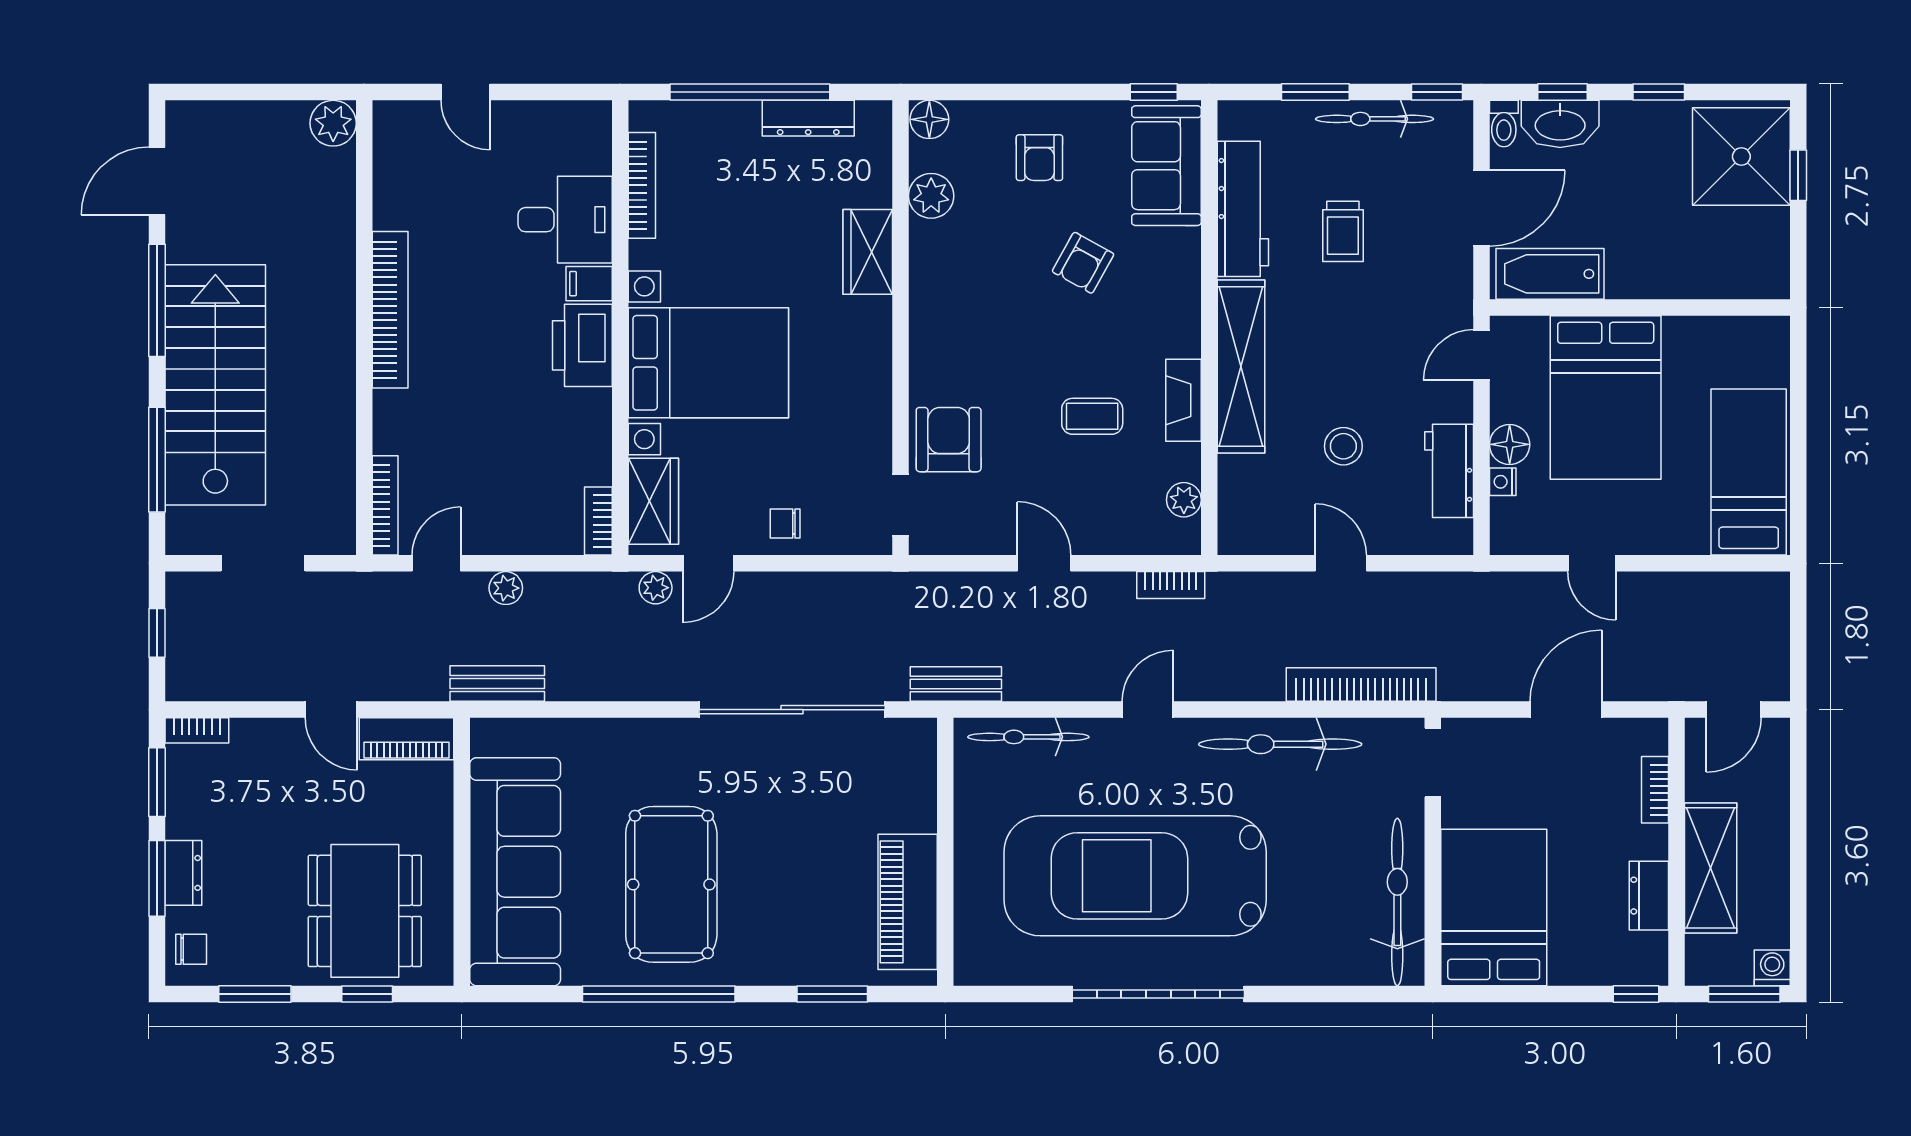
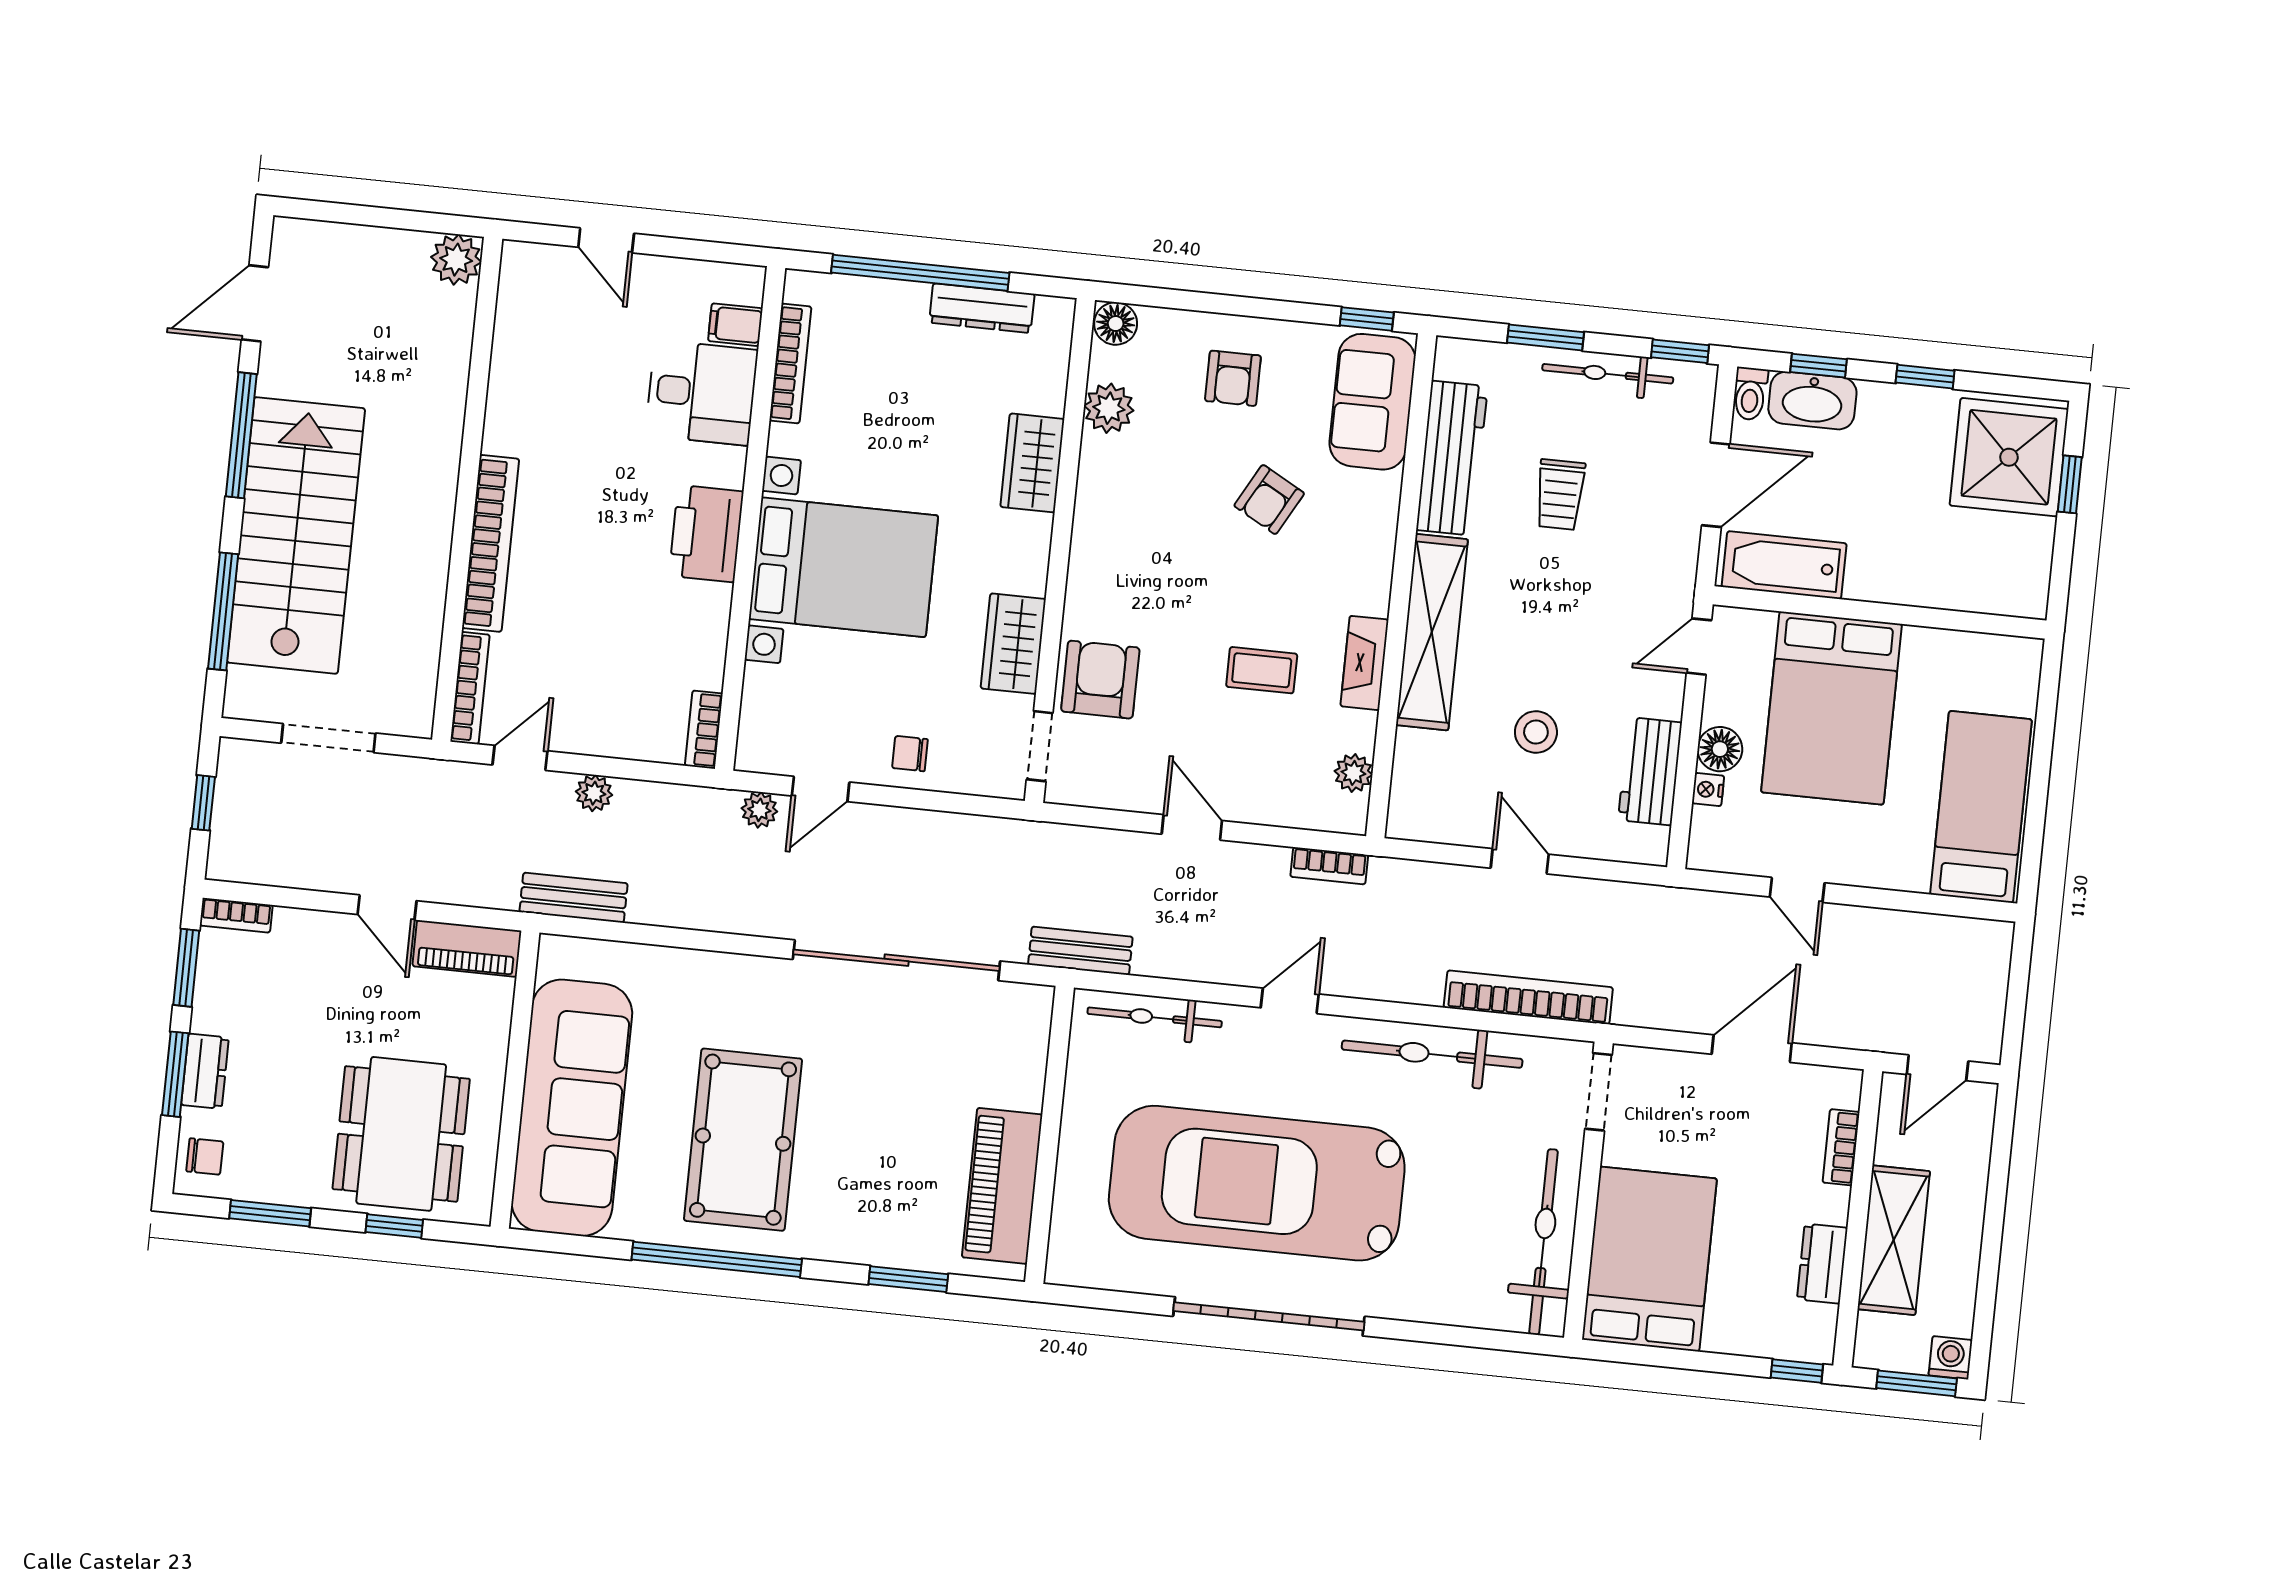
filing cabinet: (589, 284) -> (735, 325), moved
bookcase: (390, 310) -> (491, 543), moved
wardrobe: (653, 501) -> (1013, 644), moved, turned 180

